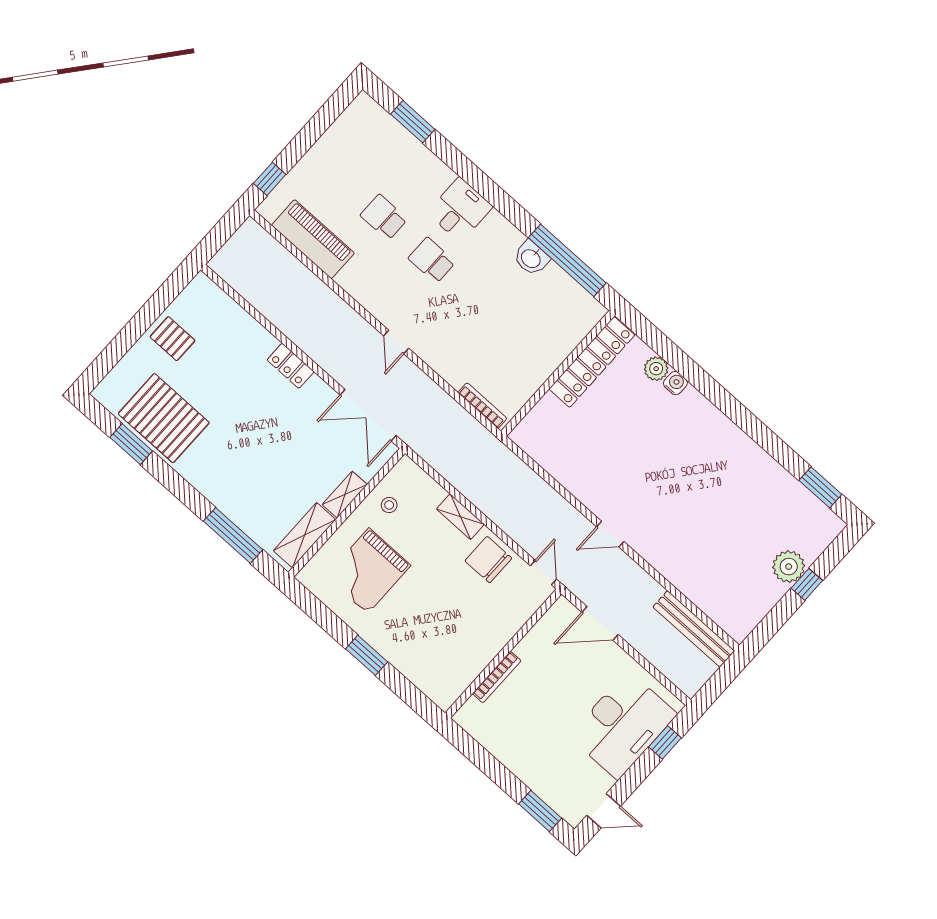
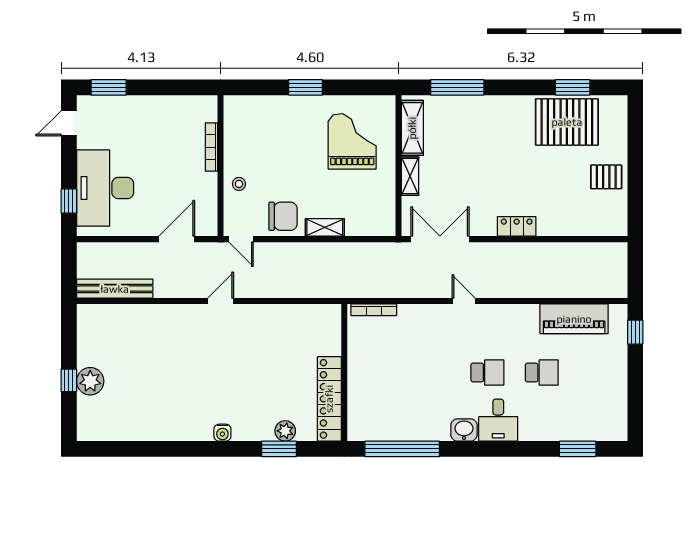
washbasin: (531, 258) -> (464, 430), moved
water cooler: (675, 383) -> (222, 433), moved
window: (820, 487) -> (279, 449), moved
stool: (389, 505) -> (239, 184), moved

